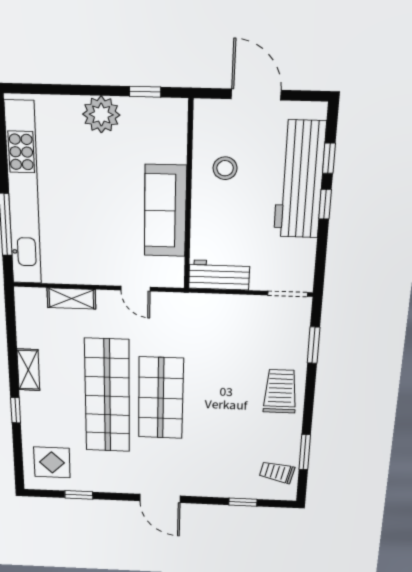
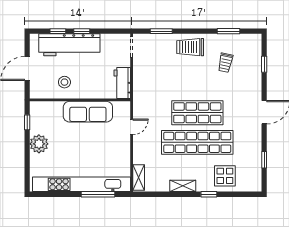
shelving: (71, 299) -> (139, 178), moved
display table: (52, 462) -> (225, 176), moved
trolley: (277, 472) -> (225, 63), moved

